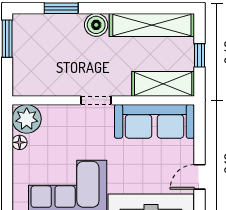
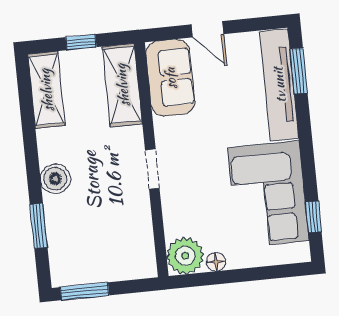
shelving: (152, 25) -> (46, 90), width x0.68
sofa: (154, 121) -> (170, 78), width x0.73
door: (199, 177) -> (207, 29), moved

